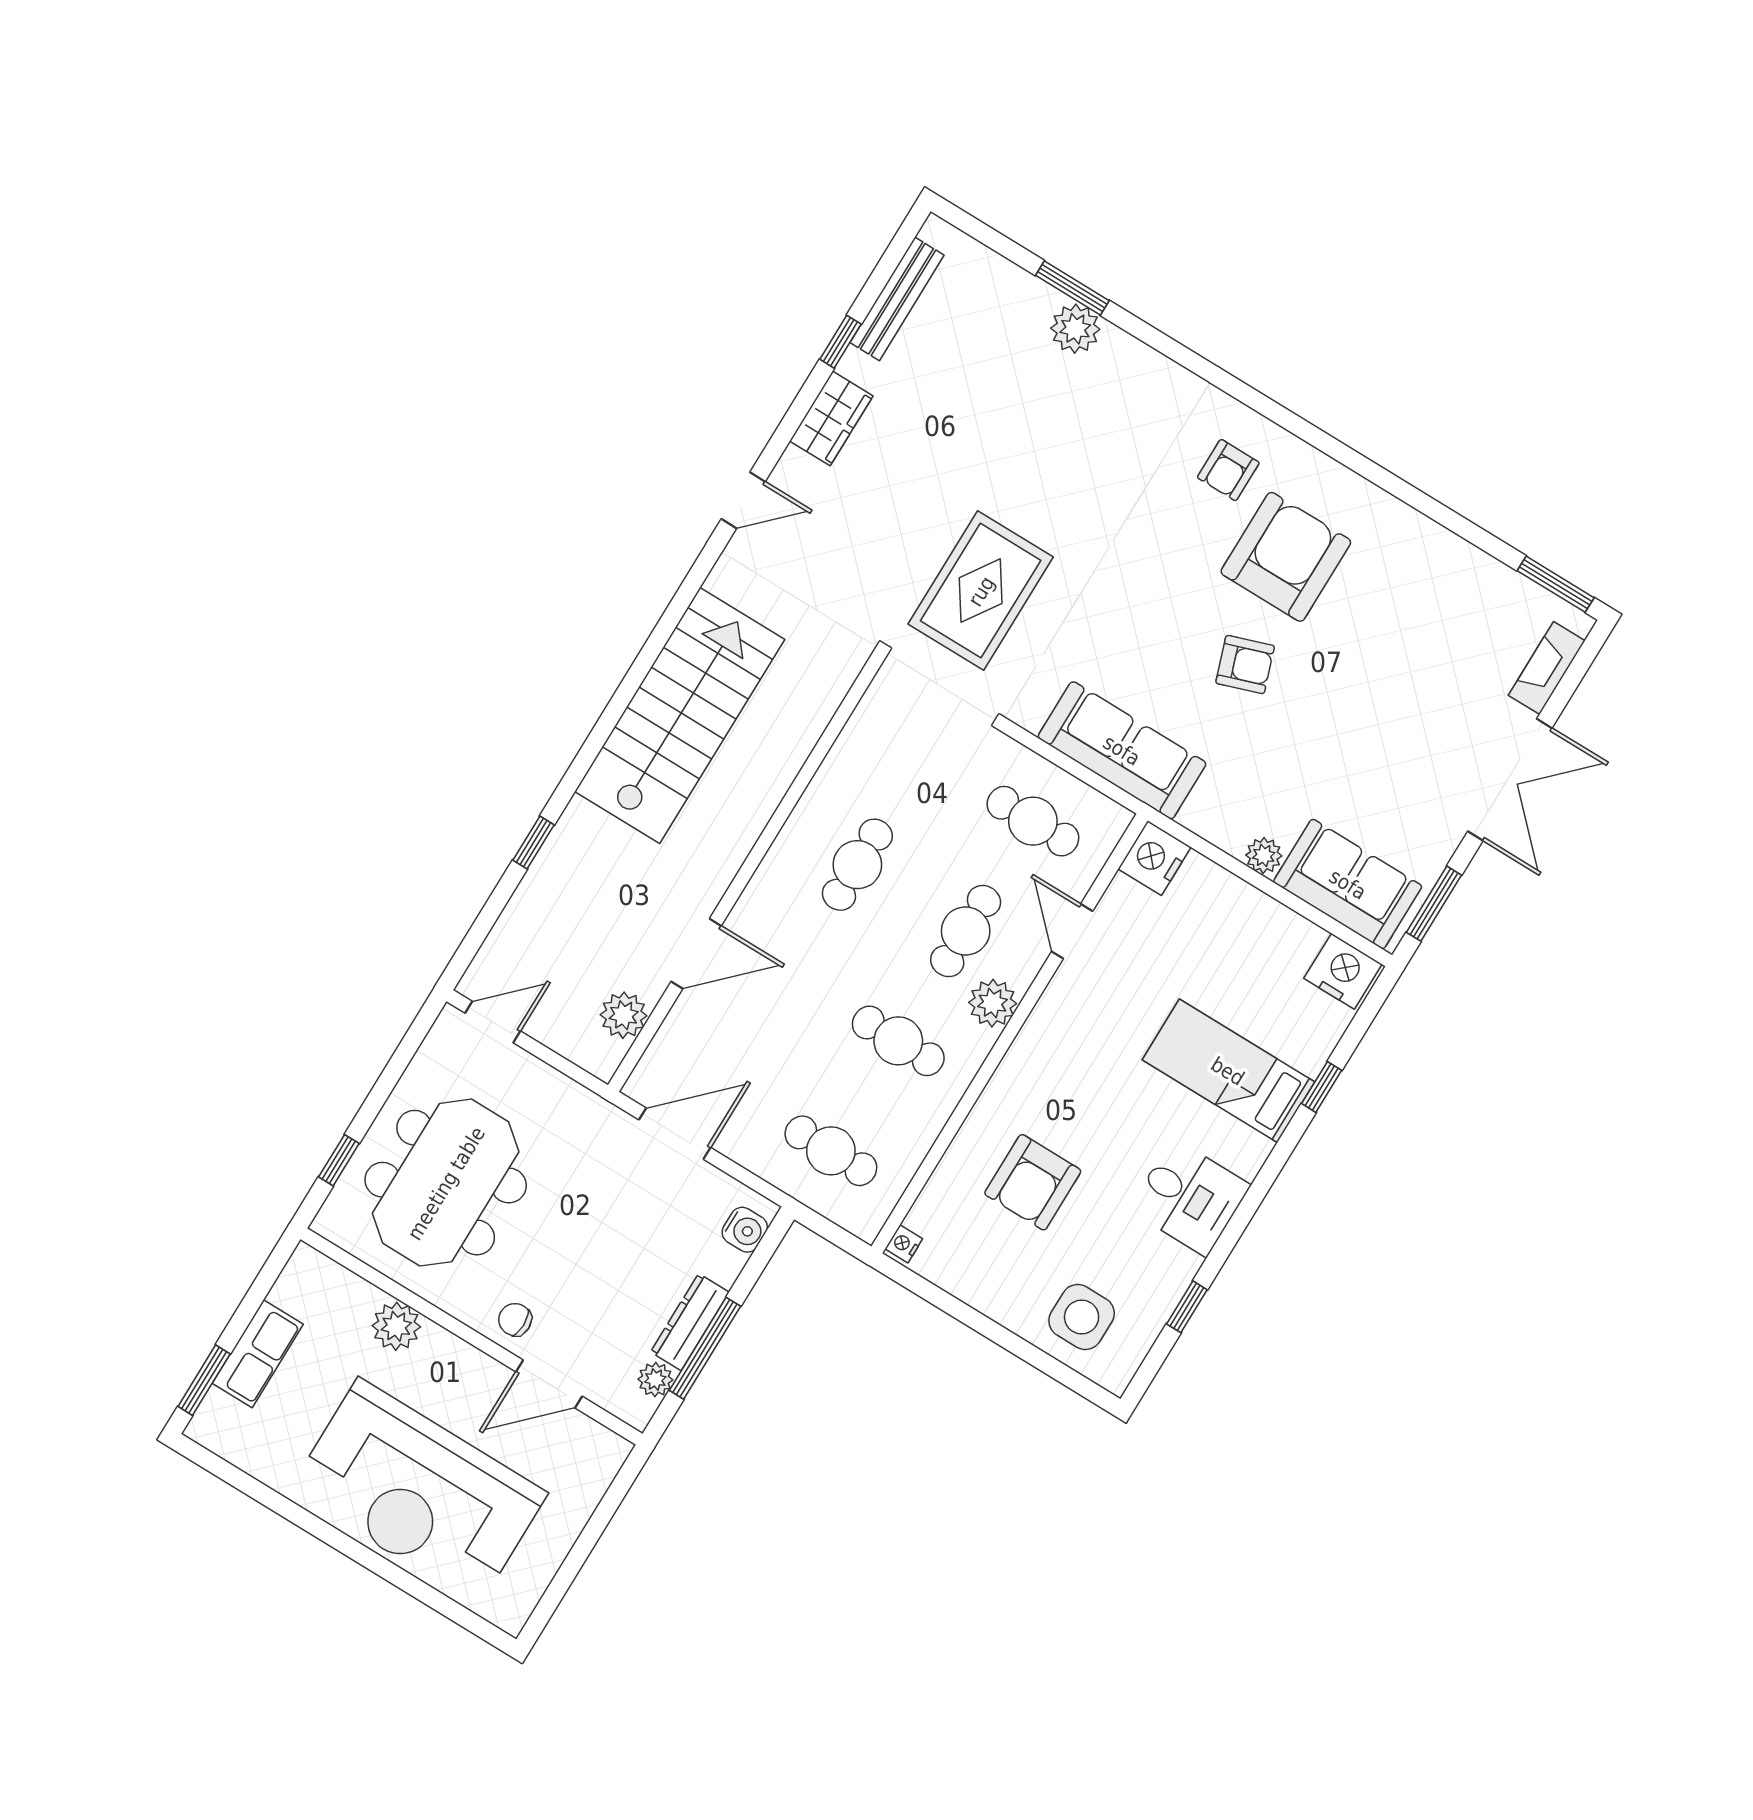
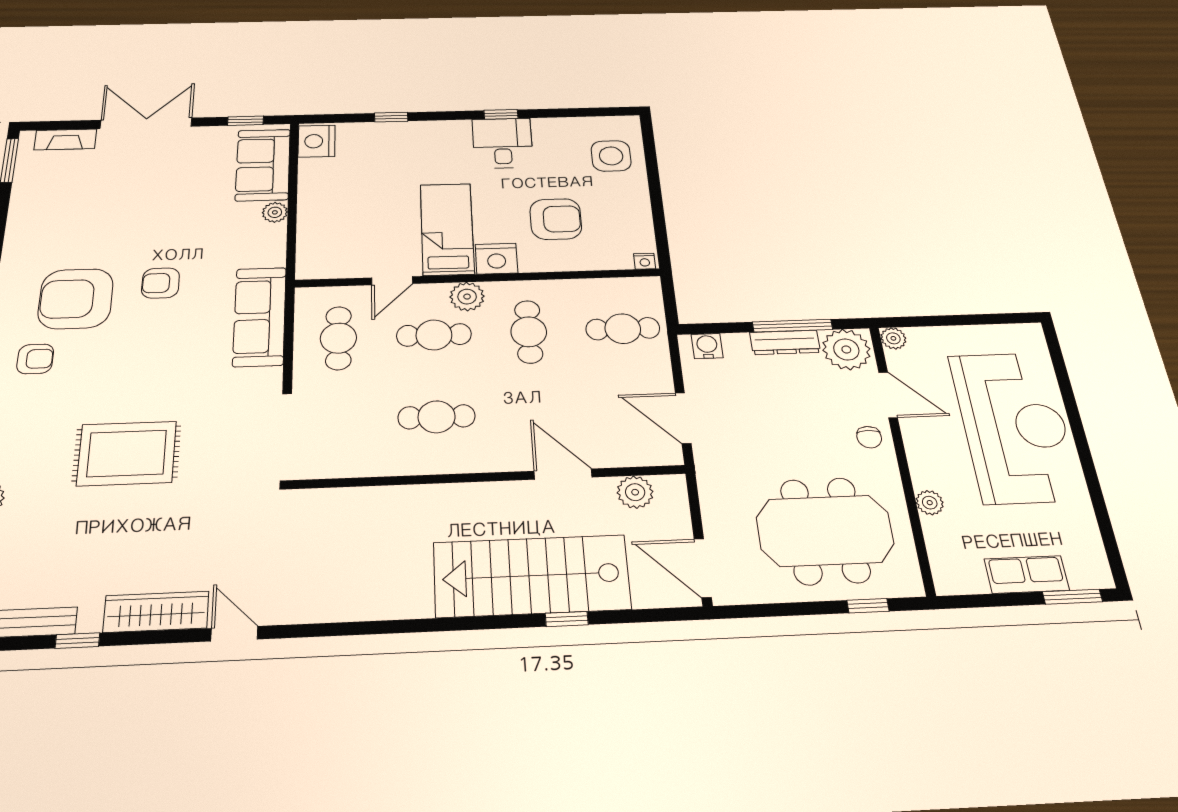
wardrobe: (831, 418) -> (156, 612), width x1.50
rug: (981, 591) -> (127, 453), moved
armchair: (1245, 665) -> (160, 283), turned -71
stairs: (680, 716) -> (532, 576), moved
nightstand: (1154, 858) -> (496, 259), moved
window: (1434, 904) -> (246, 121), width x0.67
door: (493, 1022) -> (703, 568), width x1.38
bed: (1228, 1071) -> (447, 229), moved, turned 180
cafe table: (831, 1151) -> (623, 329), turned 90
window: (1187, 1307) -> (501, 114), moved
plant: (396, 1326) -> (930, 503), width x0.73, depth x0.73
plant: (655, 1380) -> (846, 350), width x1.87, depth x1.87
plant: (612, 1450) -> (893, 338), added

